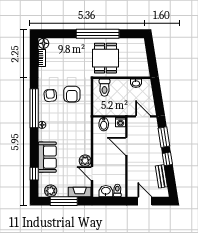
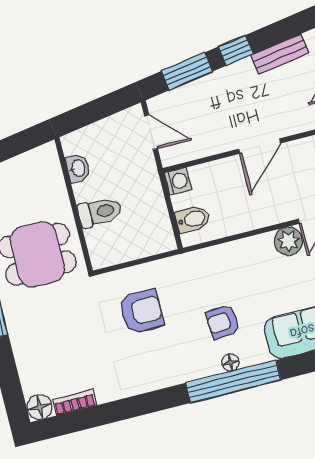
toilet: (104, 88) -> (100, 212), moved
armchair: (50, 95) -> (223, 322), moved
window: (34, 108) -> (233, 381), moved
door: (143, 116) -> (151, 132), swing flipped
door: (126, 146) -> (259, 146), moved

